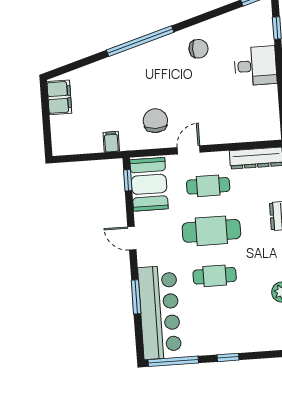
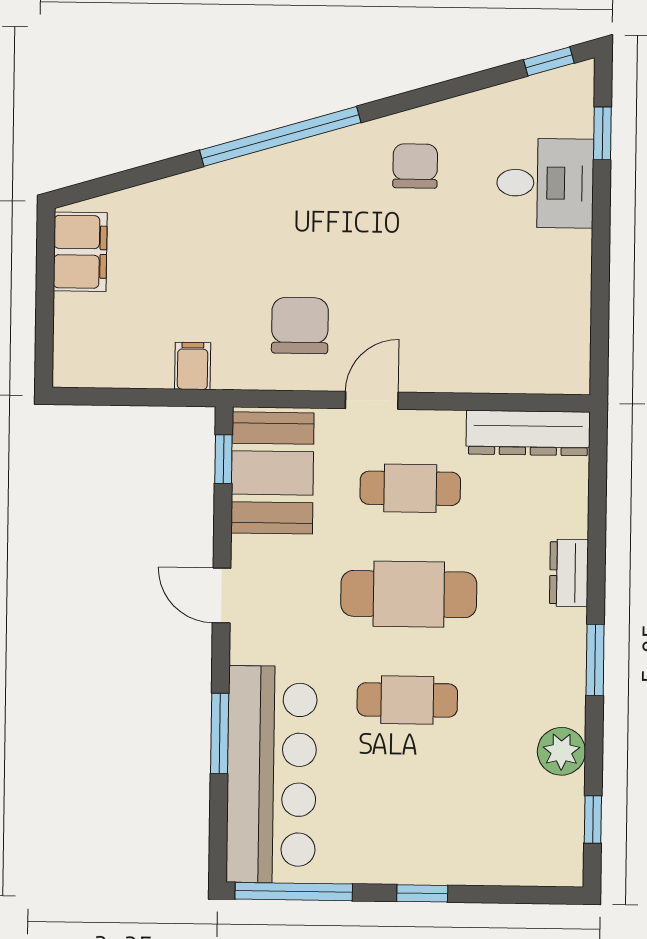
chair: (198, 49) -> (415, 166), turned -90
desk: (255, 66) -> (545, 183), moved

